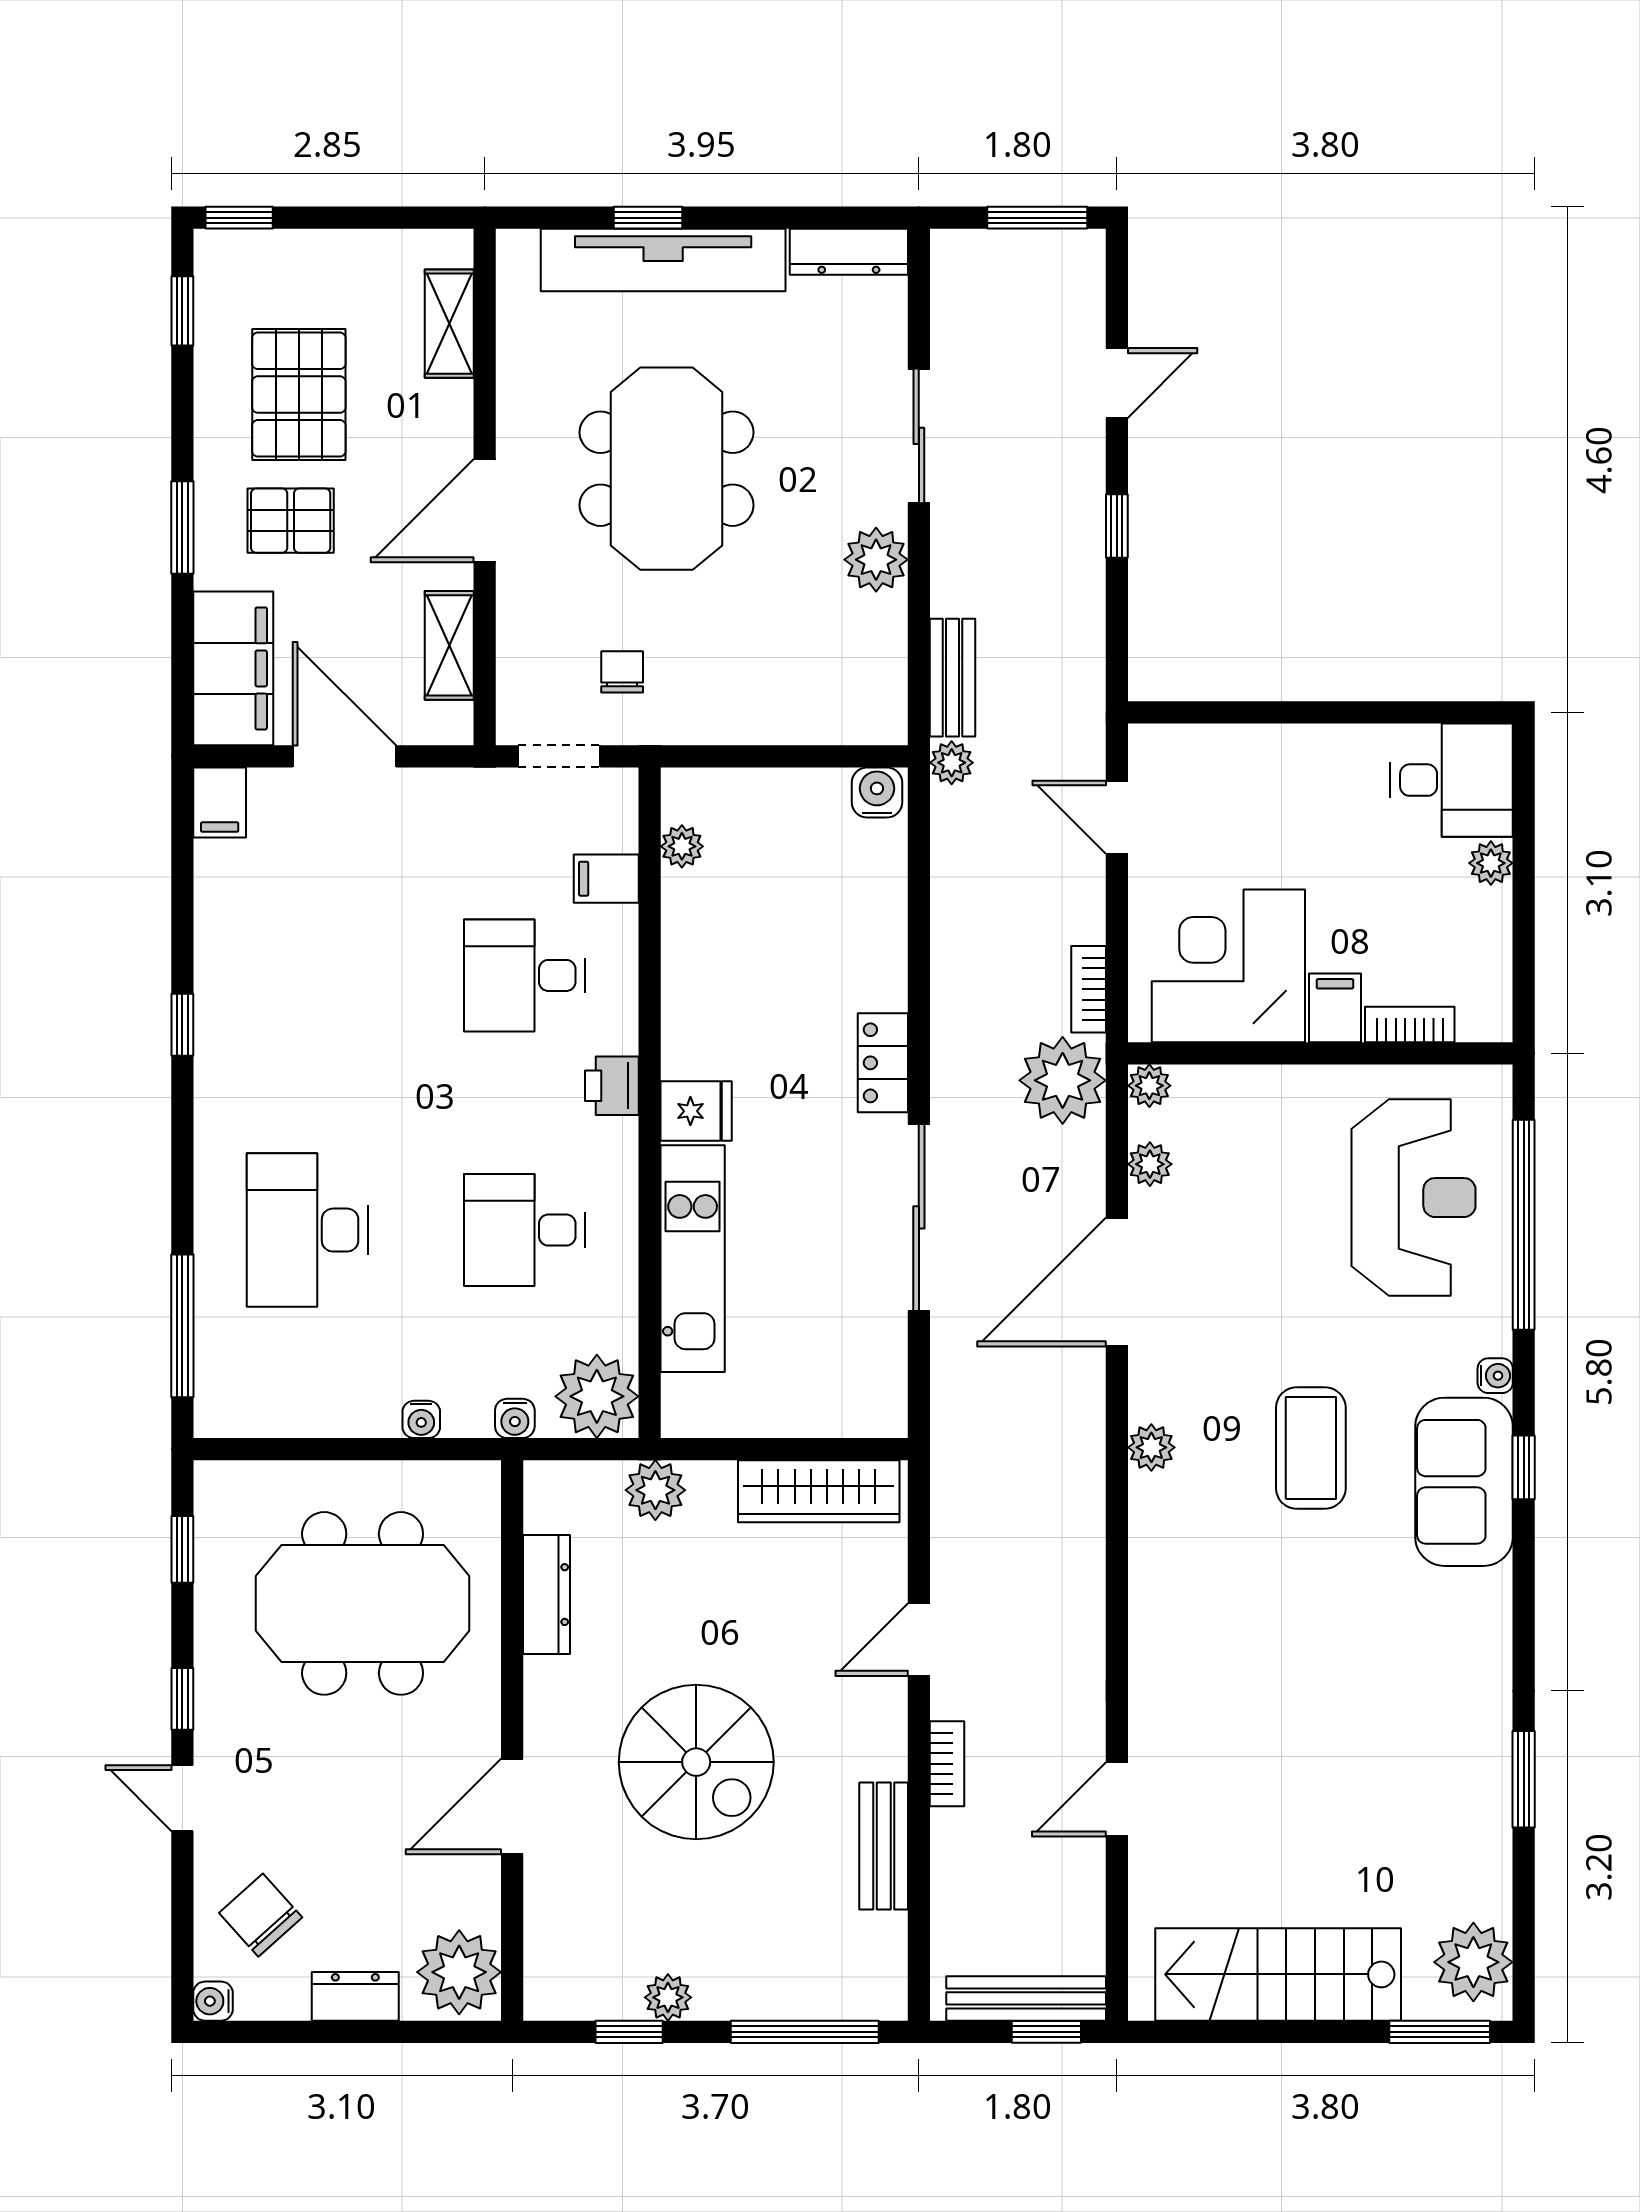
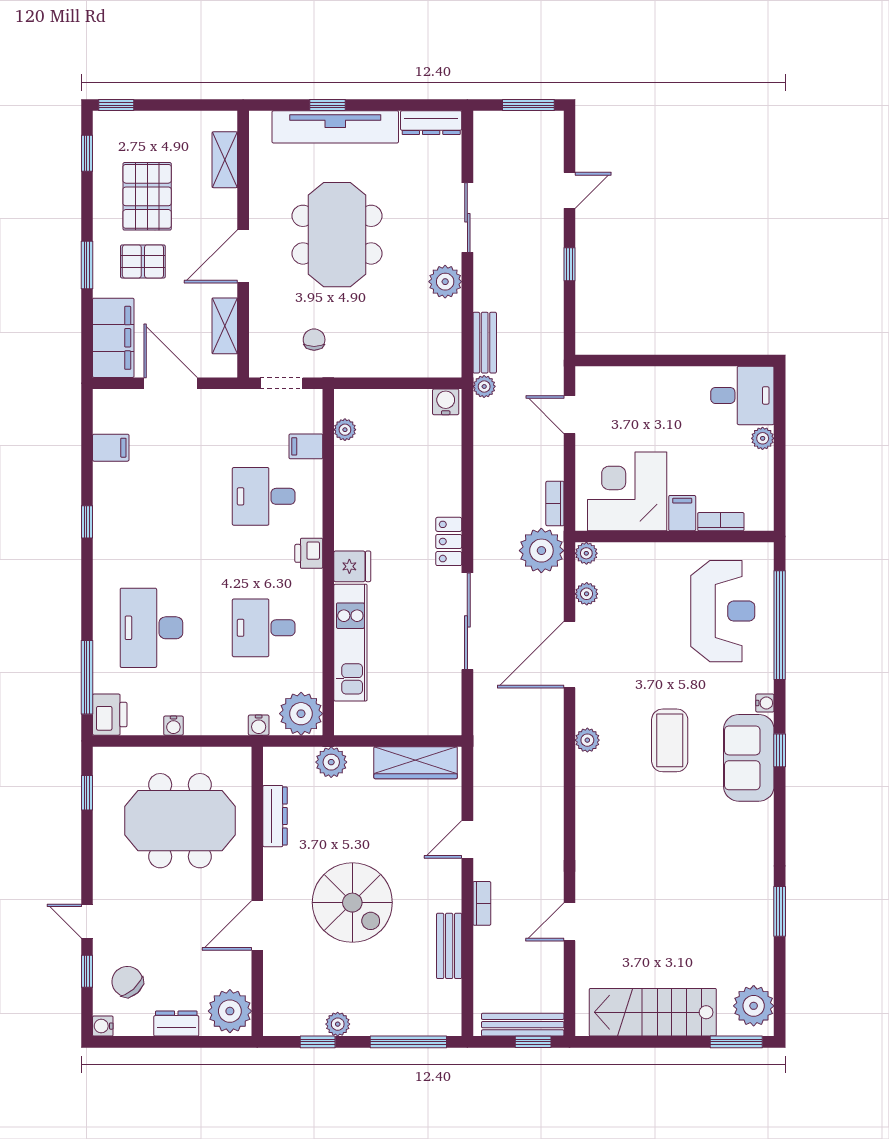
filing cabinet: (220, 802) -> (111, 448), moved, turned -90
printer: (226, 1398) -> (110, 715), added
water cooler: (421, 1419) -> (173, 726), moved
window: (182, 1699) -> (87, 971), moved

